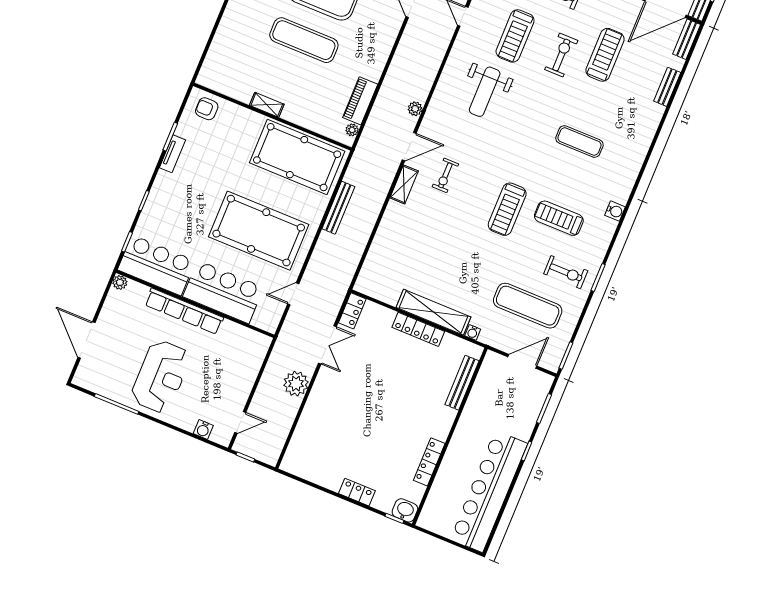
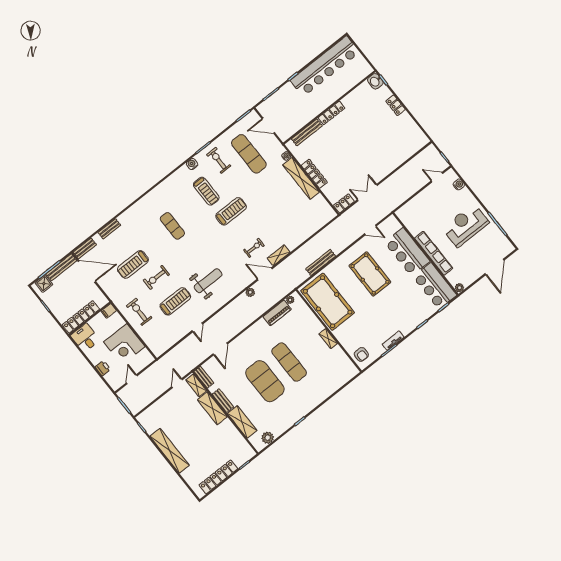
water cooler: (615, 211) -> (192, 164), moved
pool table: (259, 231) -> (370, 274), width x0.73, depth x0.76
plant: (296, 384) -> (396, 181), removed
locker: (429, 462) -> (331, 113), moved

